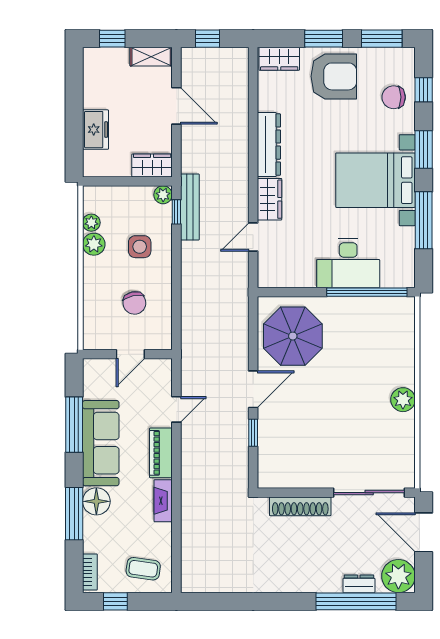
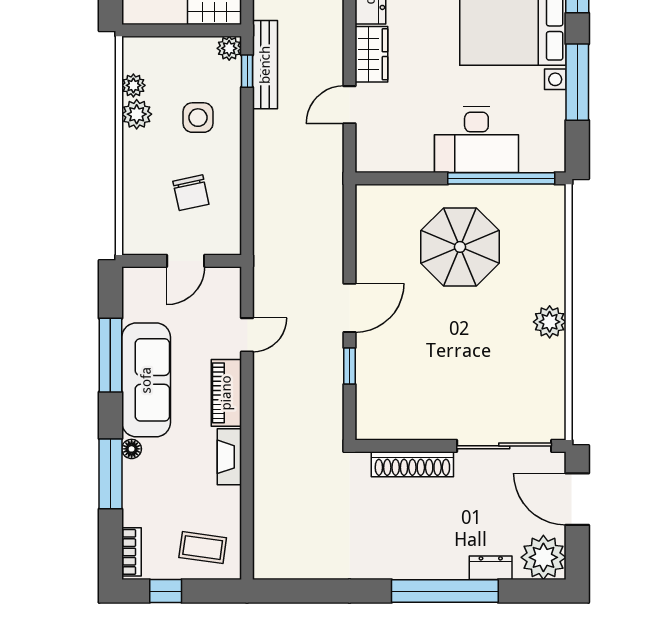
parasol: (293, 336) -> (460, 247), moved
floor lamp: (96, 501) -> (132, 449), width x0.53, depth x0.53
window: (356, 601) -> (445, 591), moved

